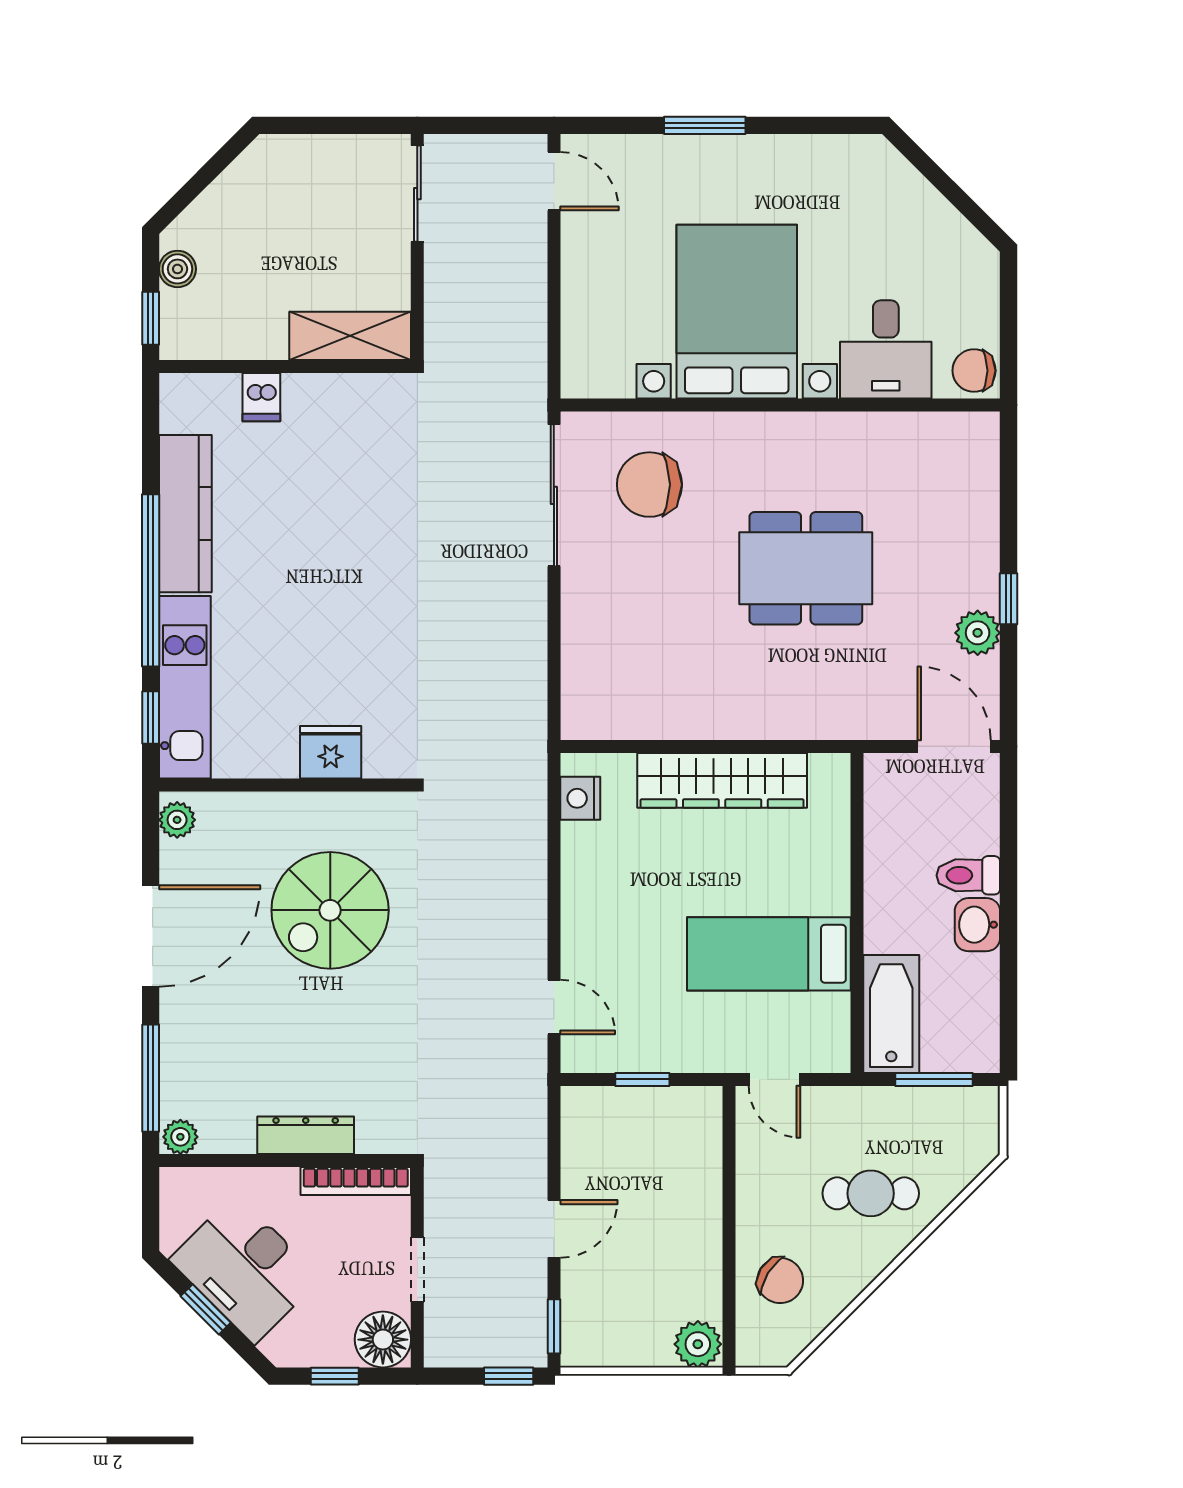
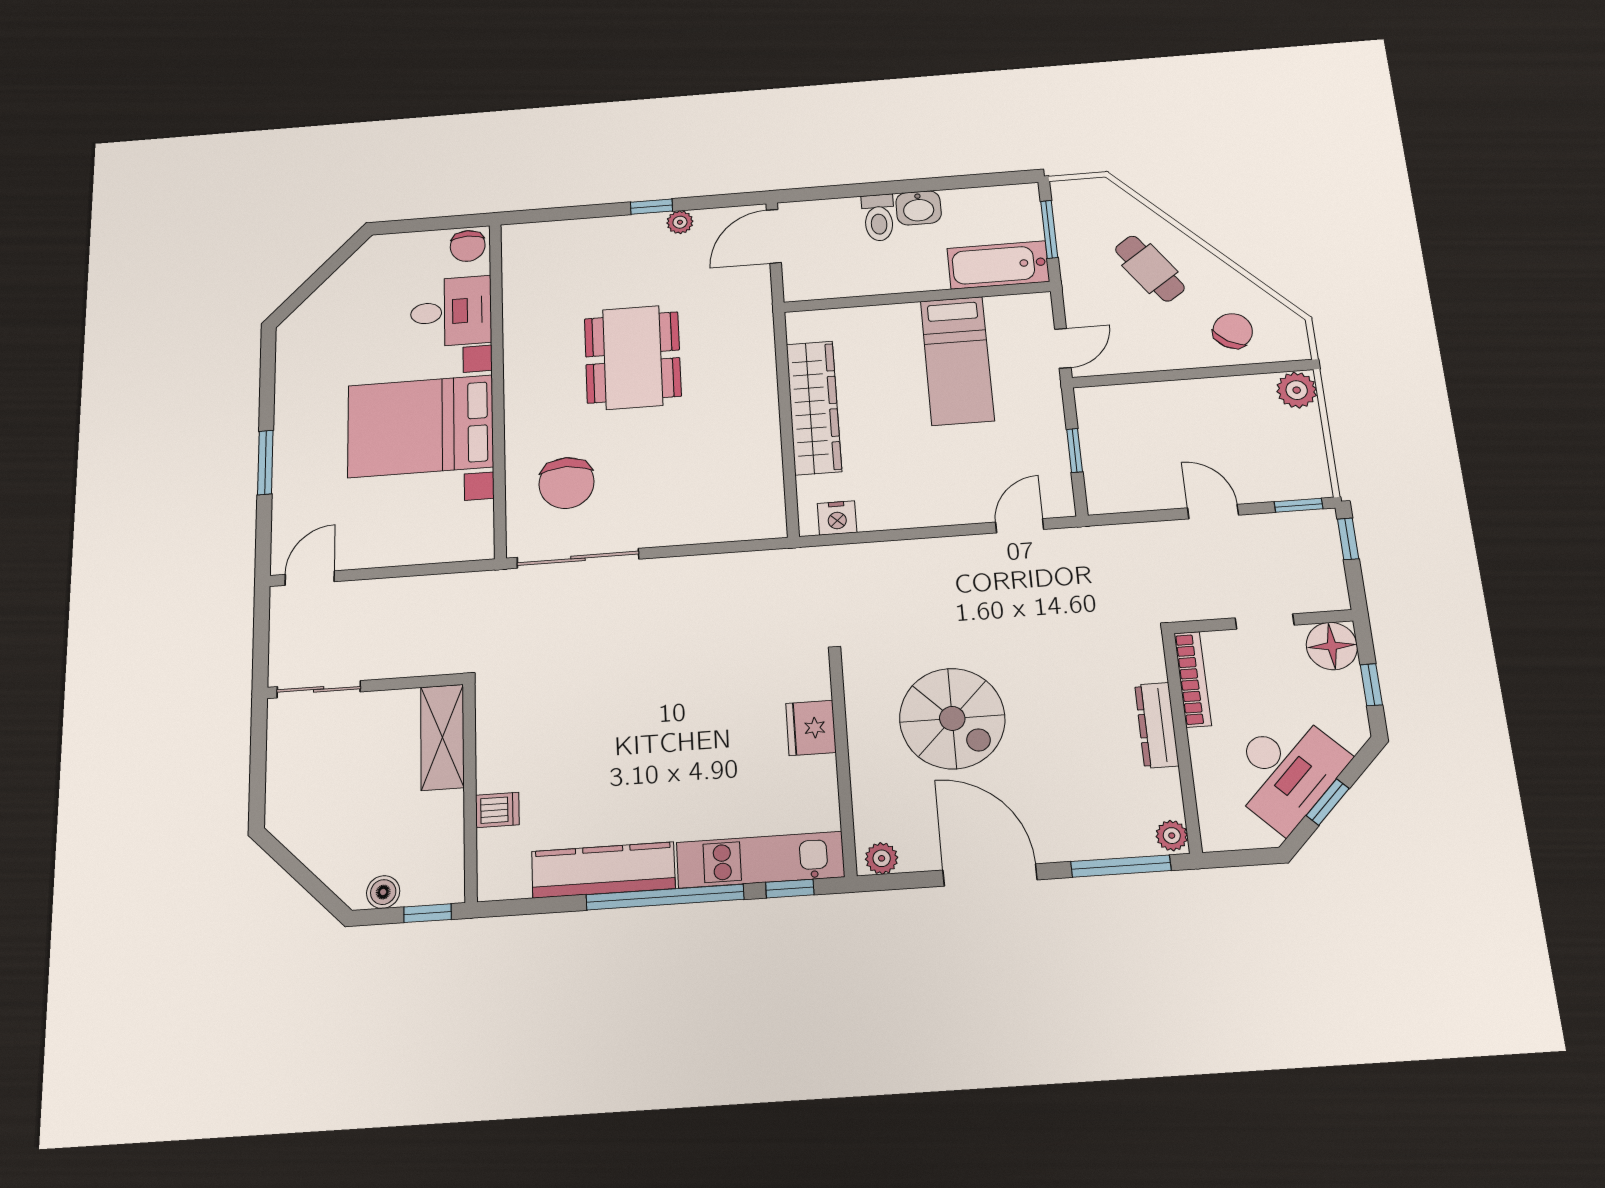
plant: (978, 633) -> (680, 222), width x0.73, depth x0.73
cafe table: (871, 1193) -> (1150, 269), turned -35

